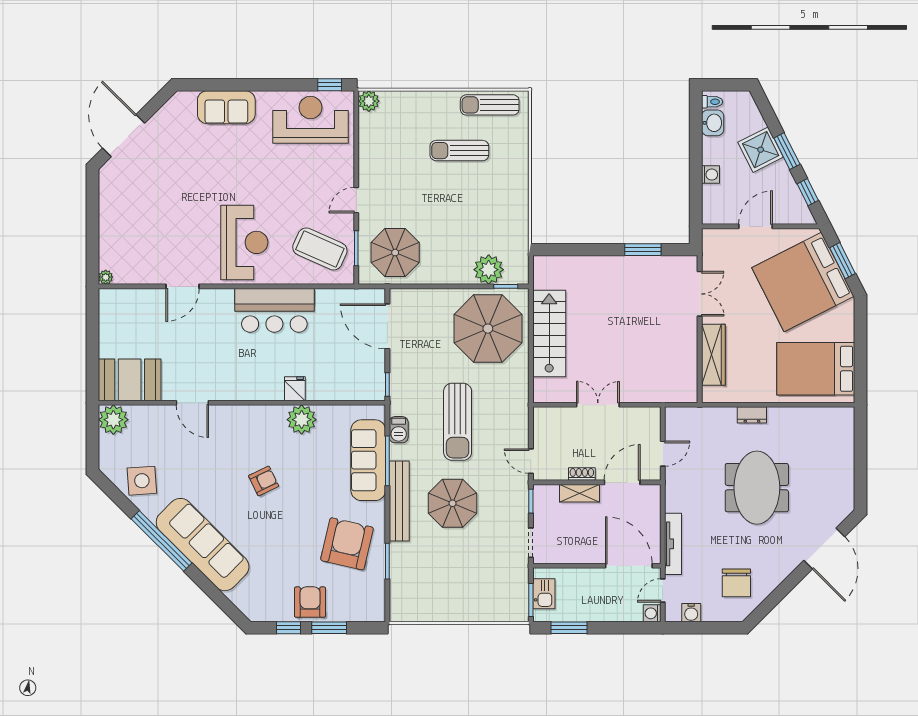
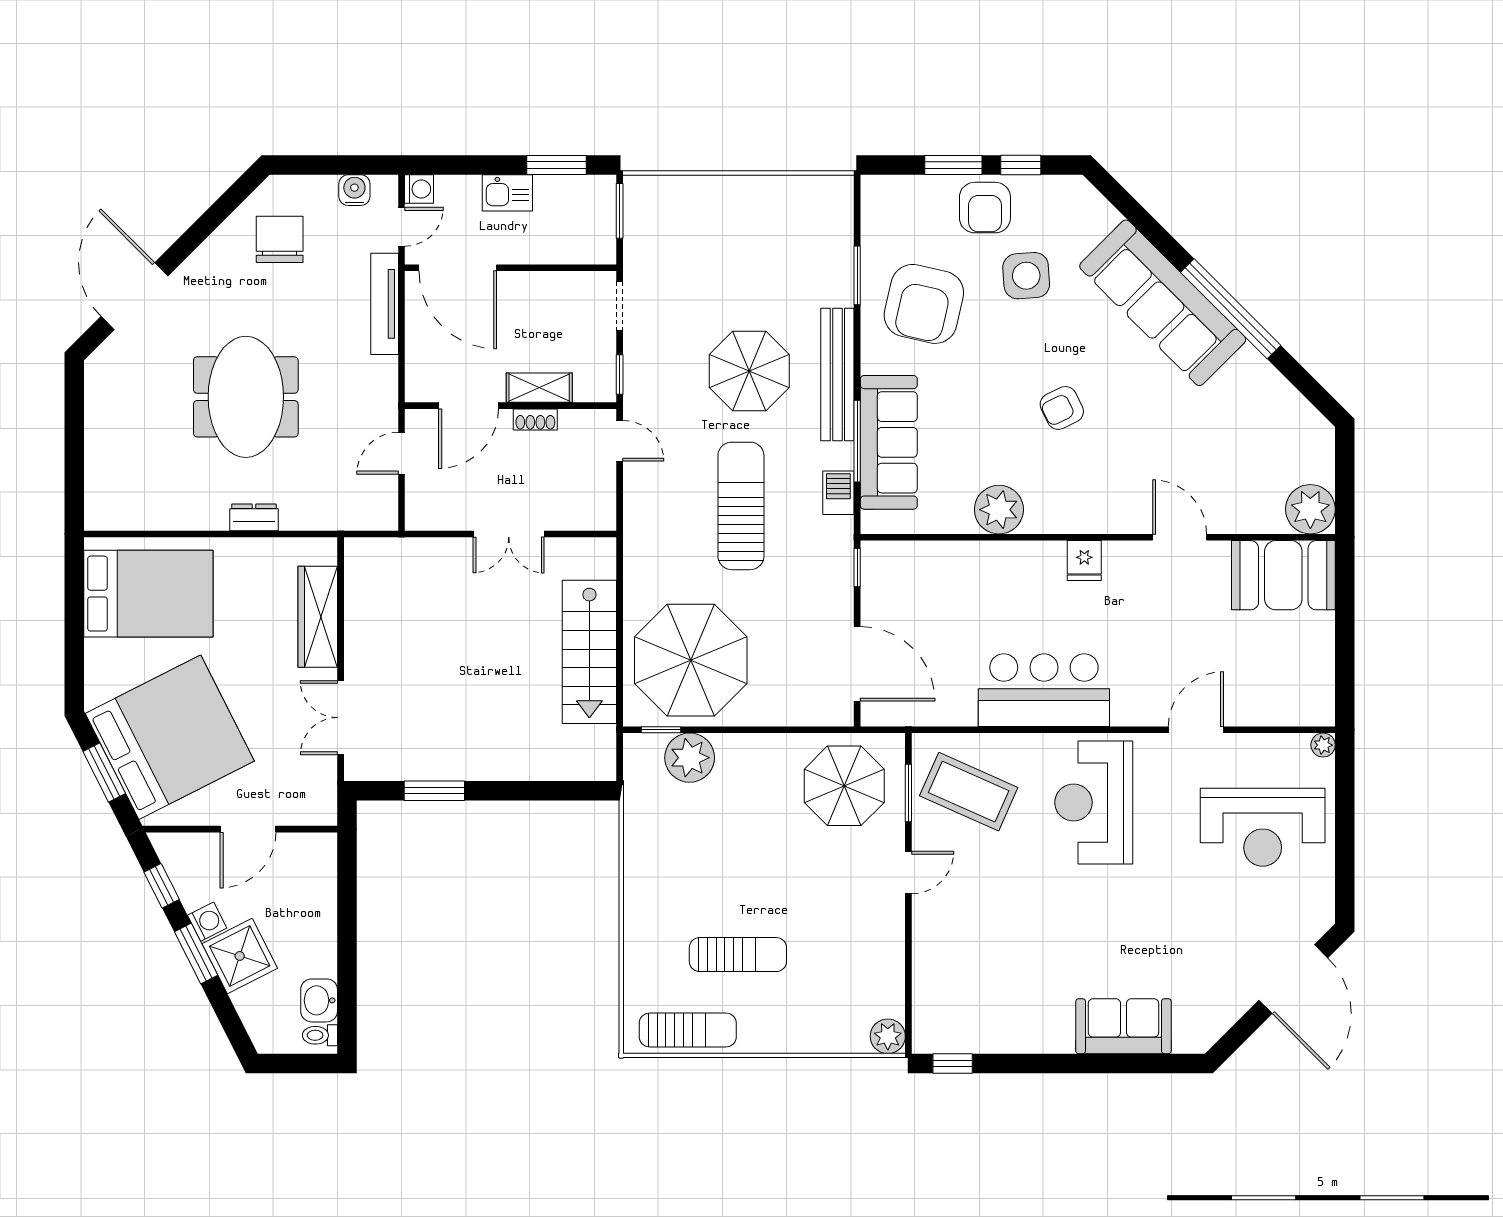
reception desk: (310, 120) -> (1263, 827), moved
washing machine: (710, 175) -> (207, 922), moved, turned 153
fridge: (295, 389) -> (1084, 560), moved
side table: (142, 481) -> (1026, 276), moved
kitchen sink: (544, 594) -> (507, 193), moved, turned -90

